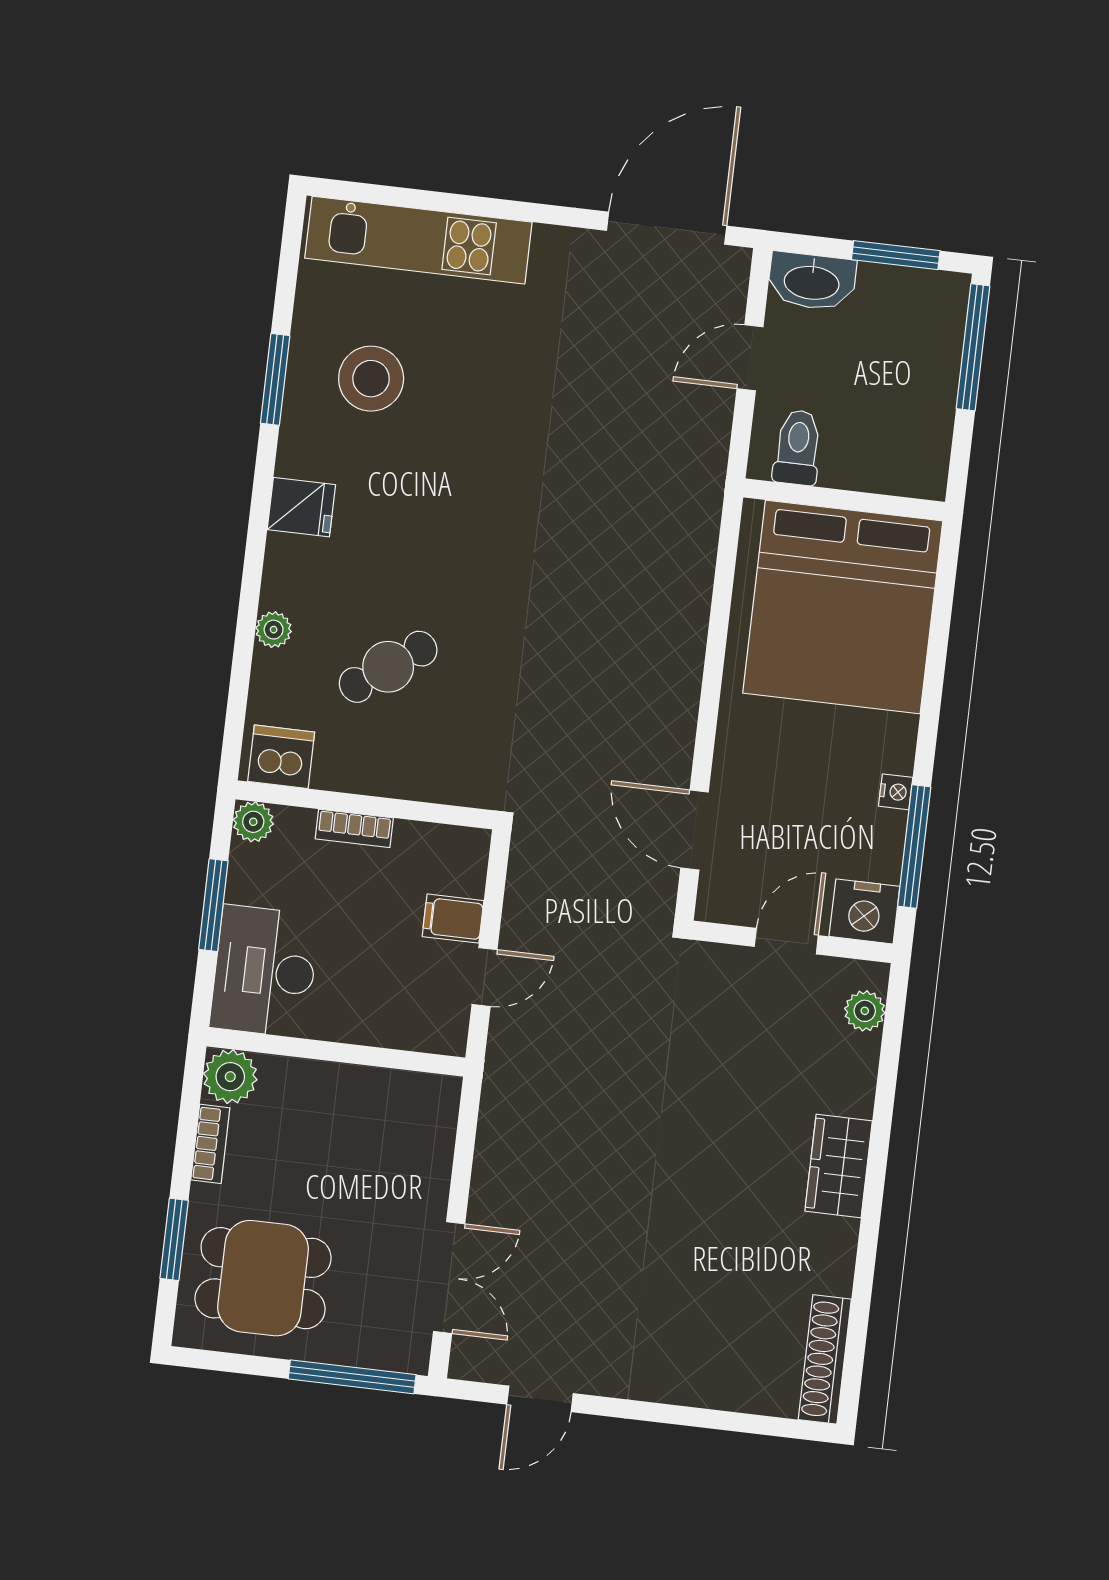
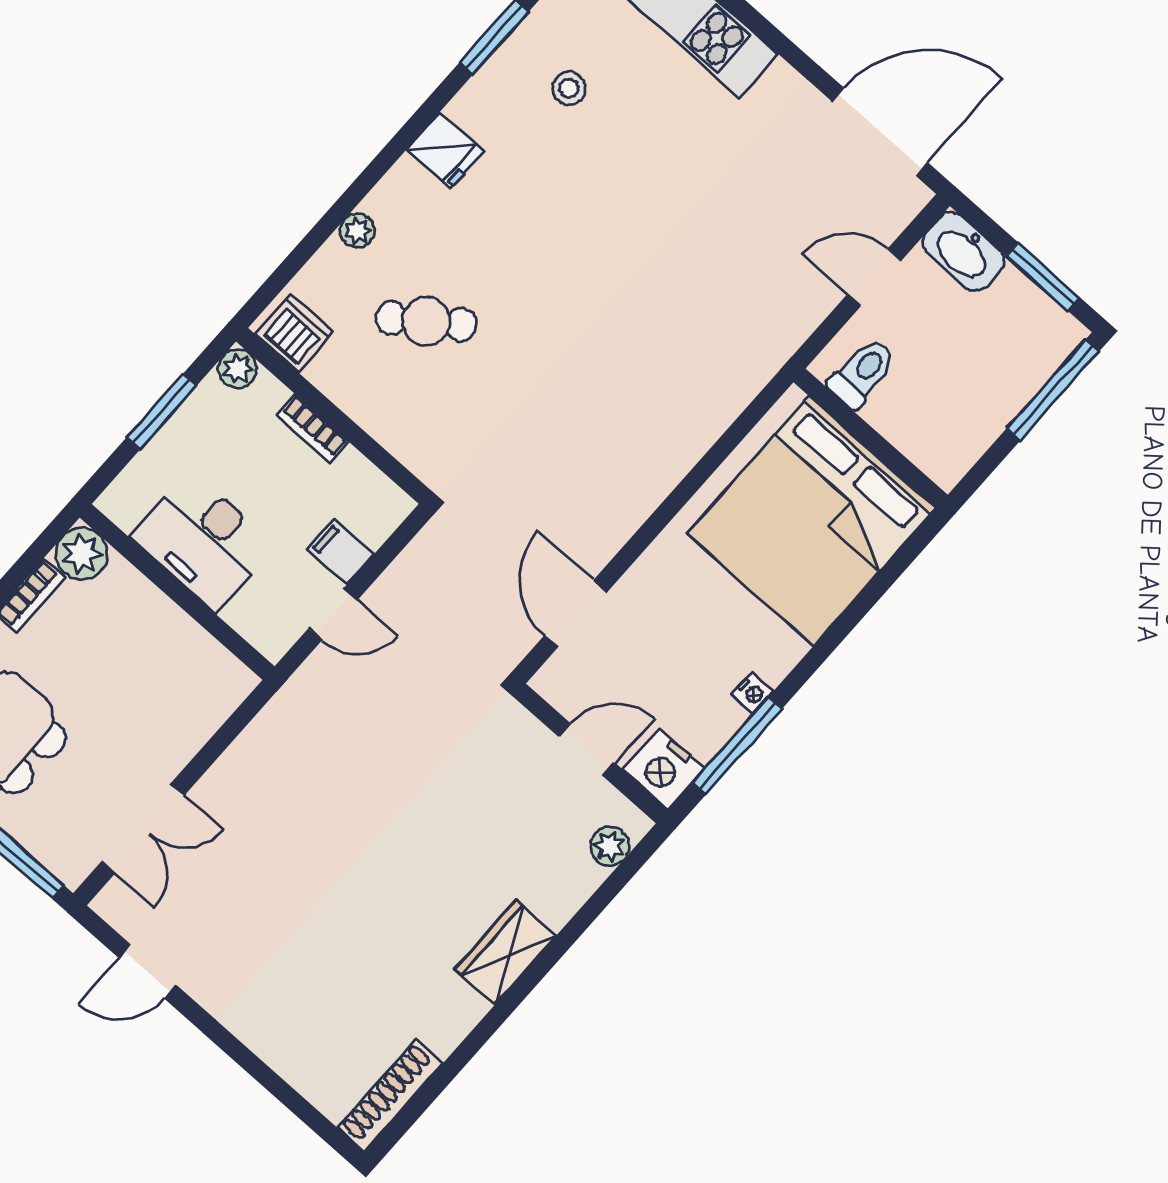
stool: (371, 379) -> (569, 88), width x0.53, depth x0.53
desk: (265, 971) -> (203, 541), moved, turned -90

